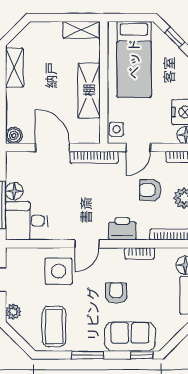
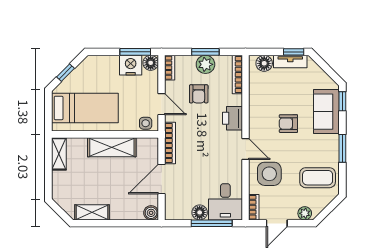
bookcase: (139, 253) -> (254, 207), moved

